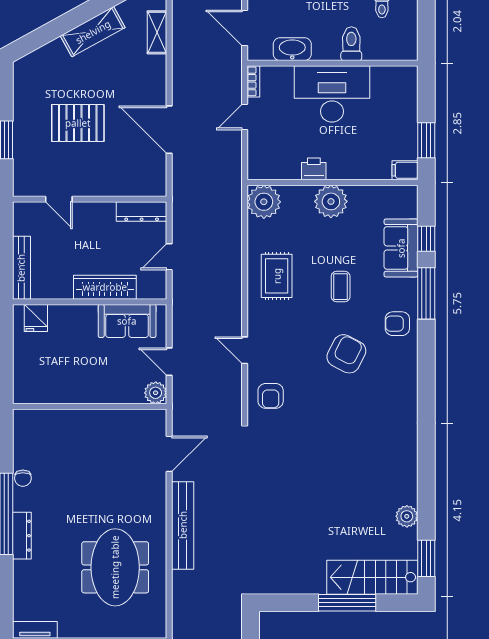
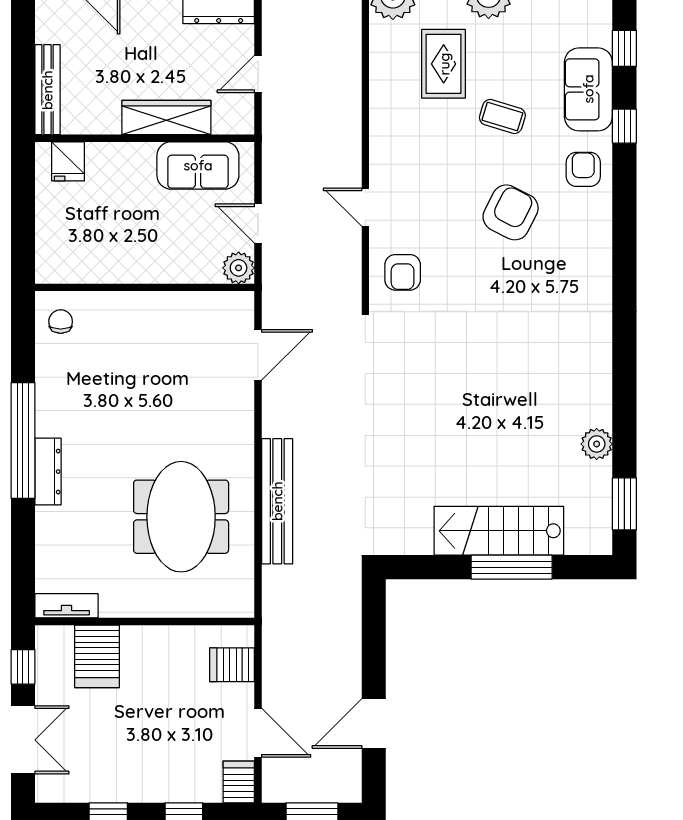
sofa: (401, 248) -> (588, 89), moved
rug: (277, 276) -> (444, 64), moved
coffee table: (341, 287) -> (502, 116), turned -73
window: (426, 293) -> (624, 126), width x0.46
armchair: (397, 324) -> (583, 169), turned 90
chair: (23, 478) -> (61, 322), moved, turned 180
bench: (183, 525) -> (277, 501), moved
stairs: (372, 577) -> (499, 531), moved

